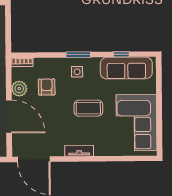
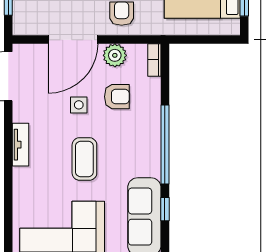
window: (78, 55) -> (165, 144), width x2.11
side table: (77, 72) -> (79, 105), moved

